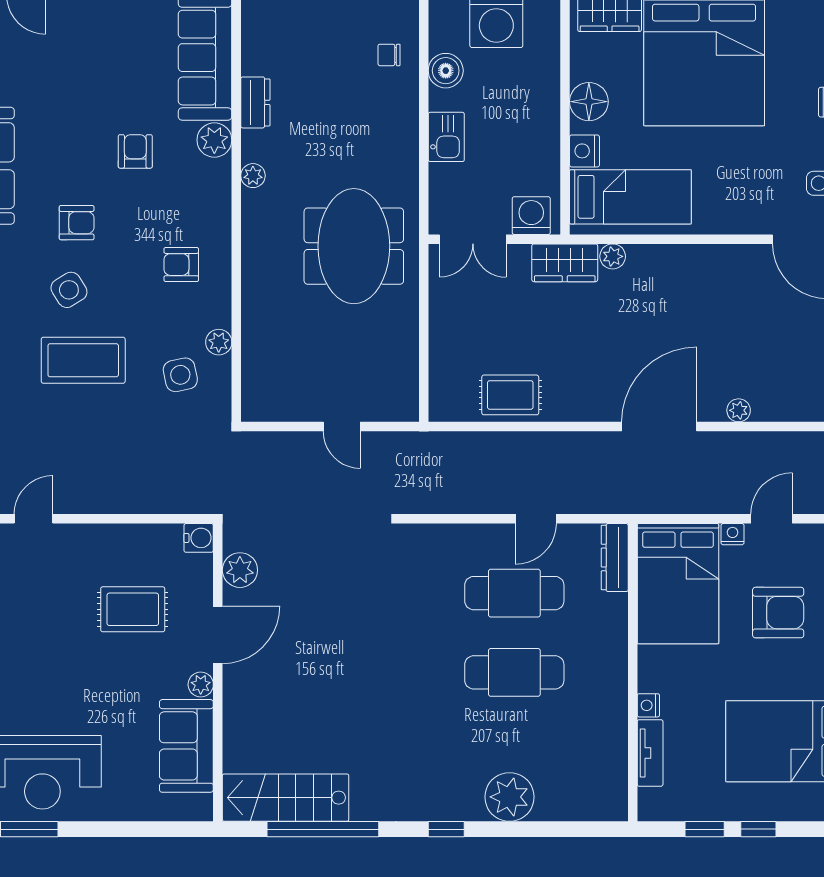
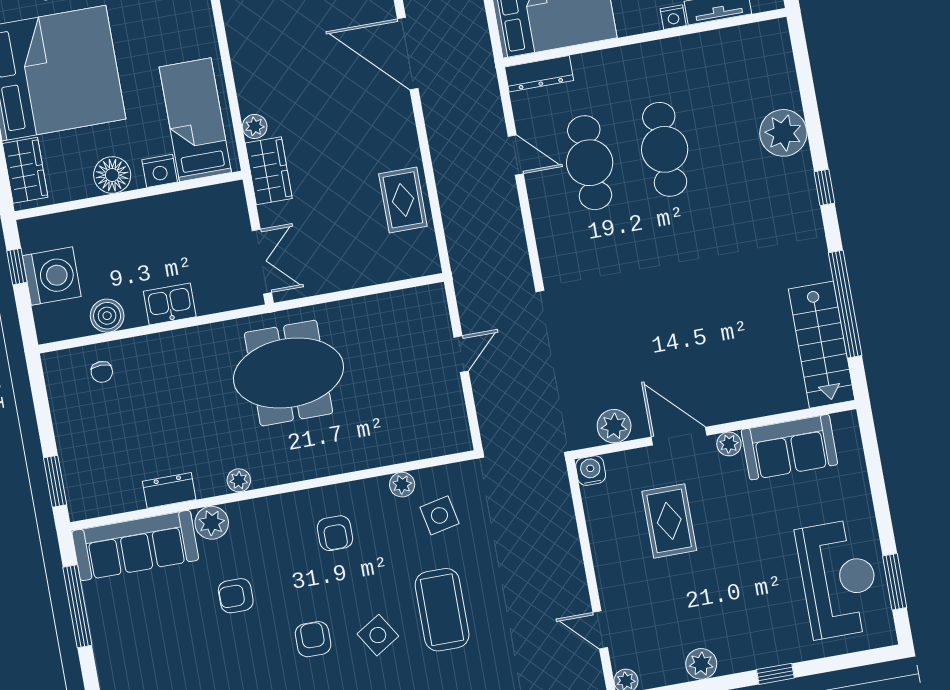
washing machine: (531, 216) -> (230, 210), removed

